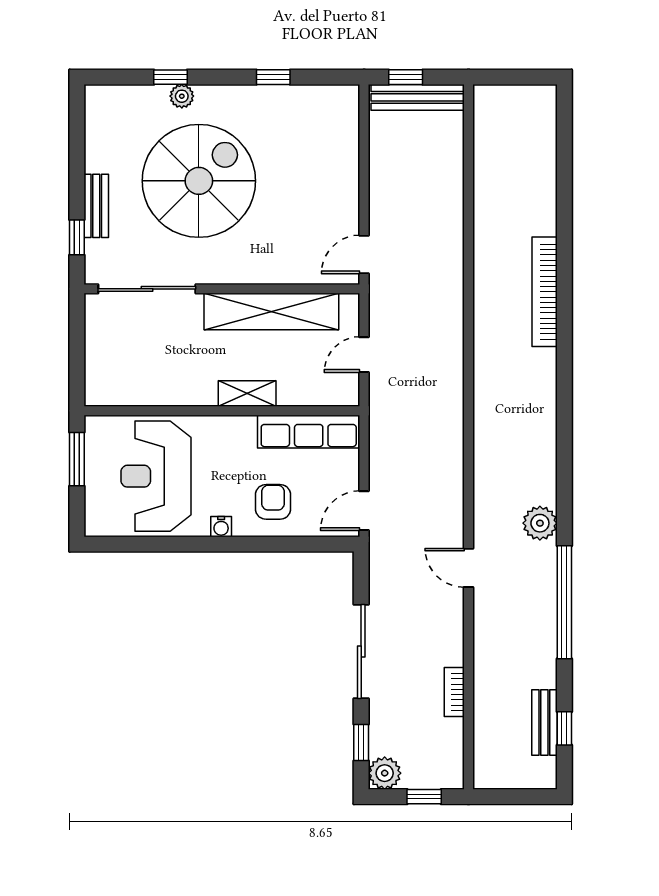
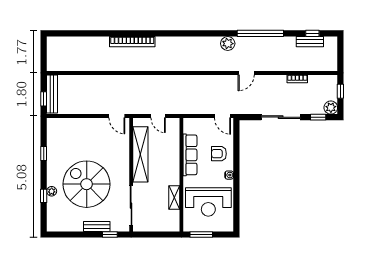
shelving: (247, 393) -> (174, 197), moved
row of seats: (309, 432) -> (190, 155), moved

